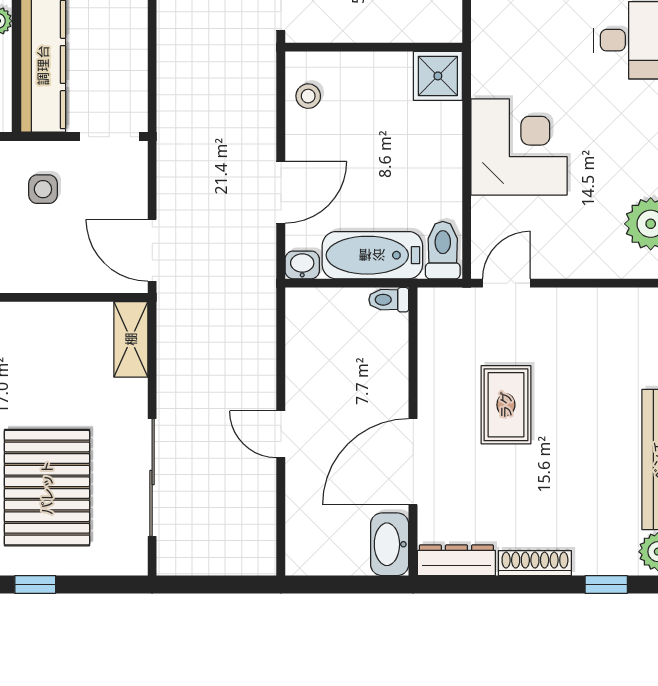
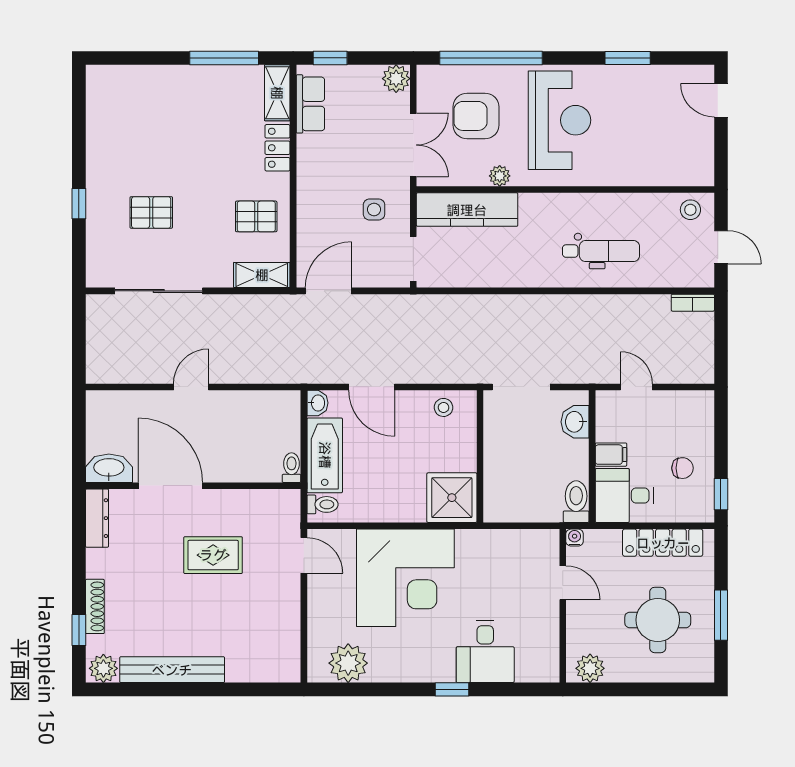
shower: (438, 76) -> (452, 498), width x1.36, depth x1.36
corner desk: (519, 147) -> (405, 578), width x1.36, depth x1.36
toilet: (443, 250) -> (323, 504), width x0.73, depth x0.72
pallet: (52, 347) -> (256, 216), added
pallet: (47, 488) -> (151, 212), width x0.49, depth x0.50
shoe rack: (535, 563) -> (95, 606), moved

